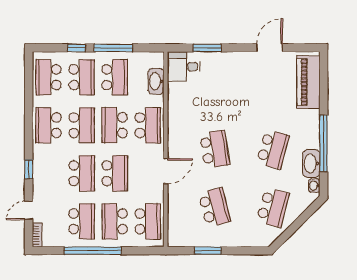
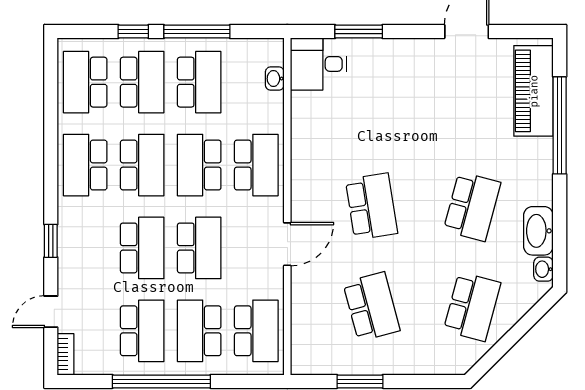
washbasin: (156, 81) -> (275, 79), width x0.52, depth x0.69
window: (324, 143) -> (560, 125), moved

